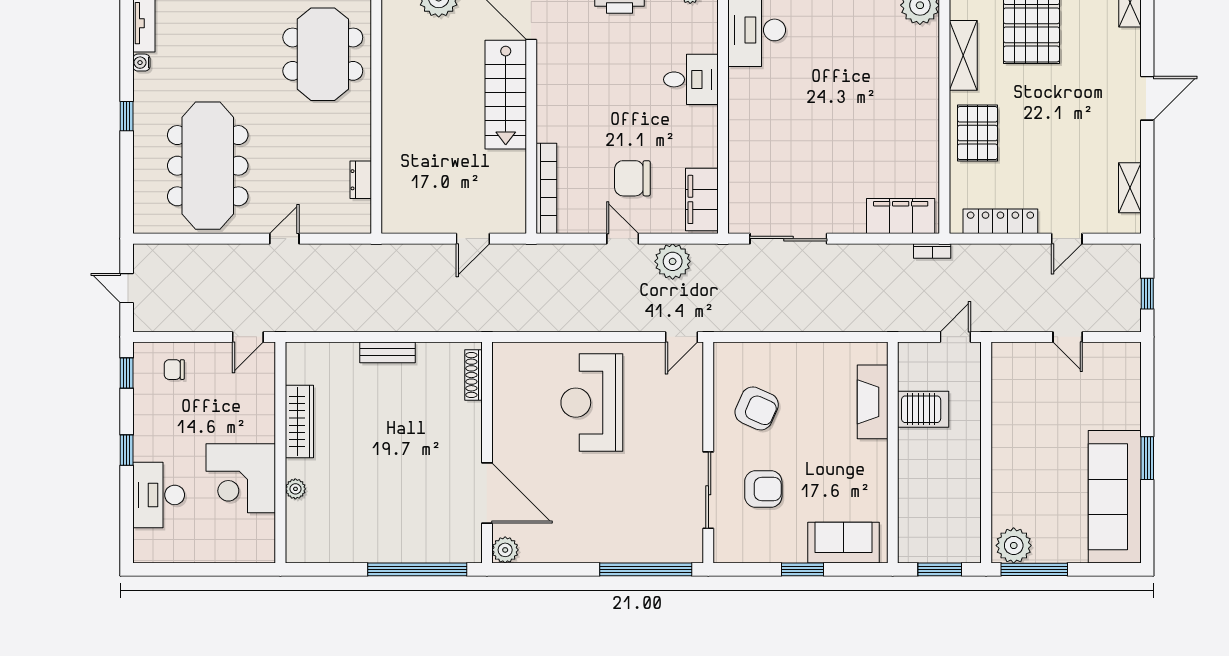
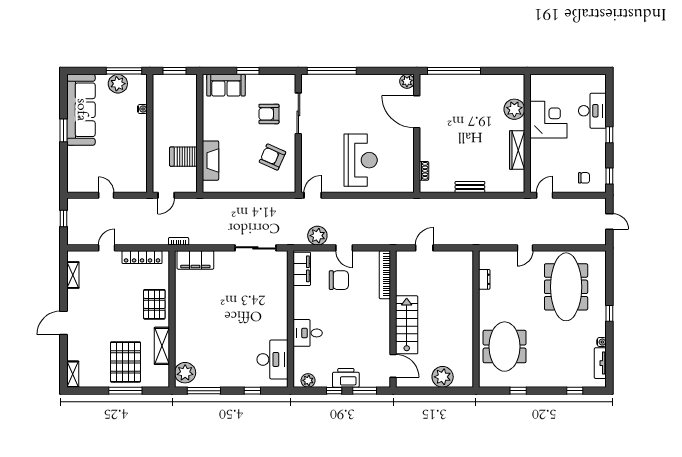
shoe rack: (473, 375) -> (424, 171), width x0.70
plant: (295, 489) -> (514, 109), width x1.88, depth x1.88
water cooler: (1000, 498) -> (142, 109), added
plant: (1014, 545) -> (118, 84), moved

